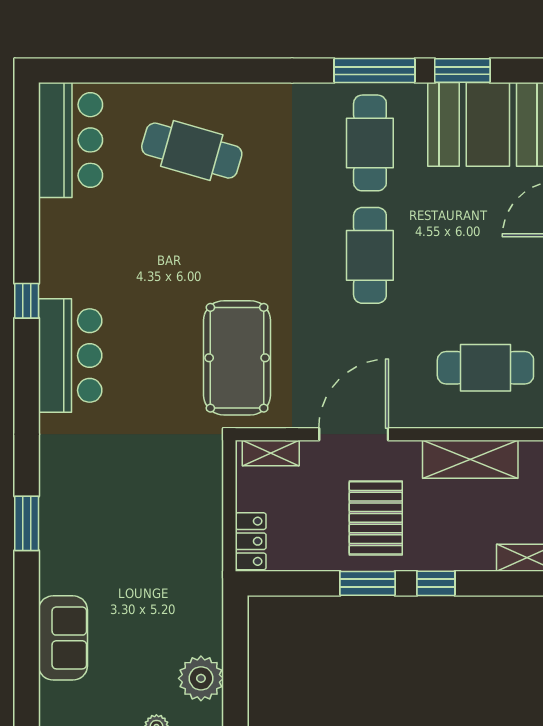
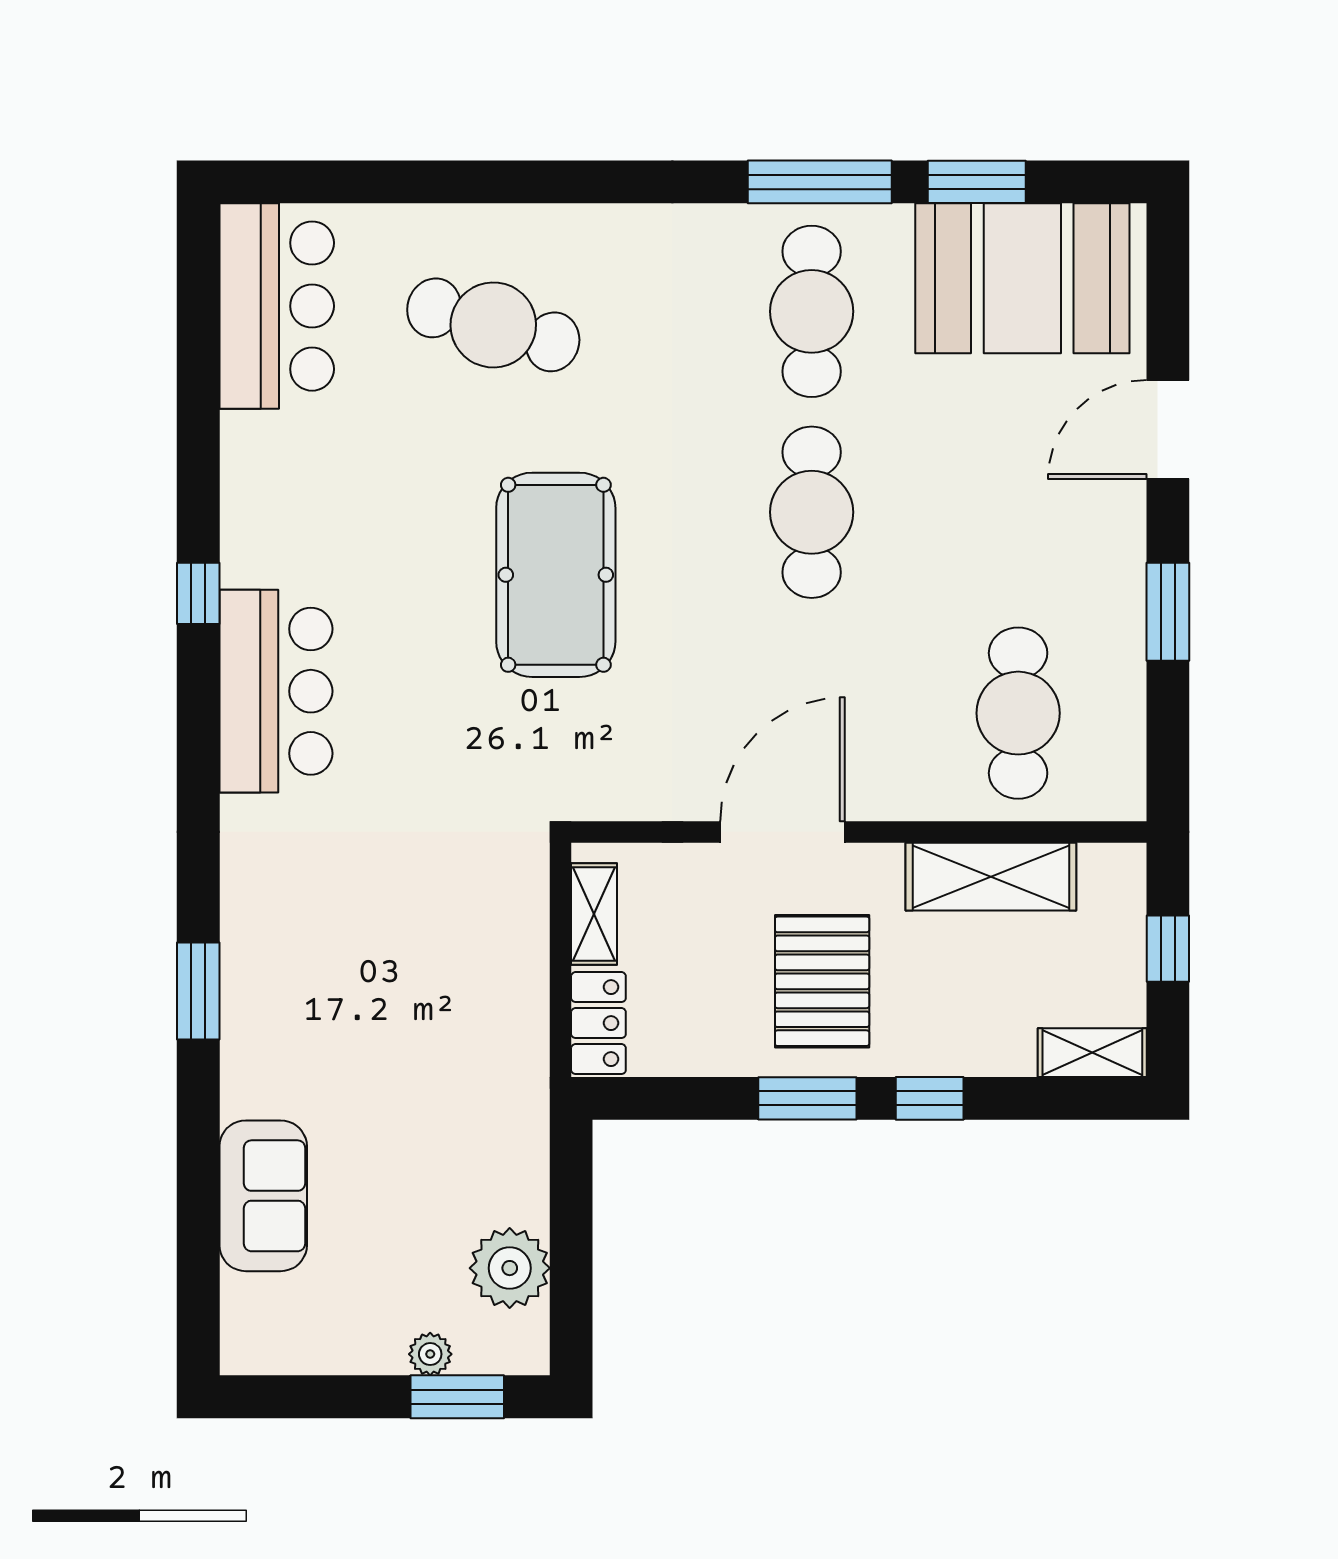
pool table: (237, 358) -> (556, 575), moved
cafe table: (485, 368) -> (1018, 713), turned 90
shelving: (271, 453) -> (594, 914), moved, turned 90

